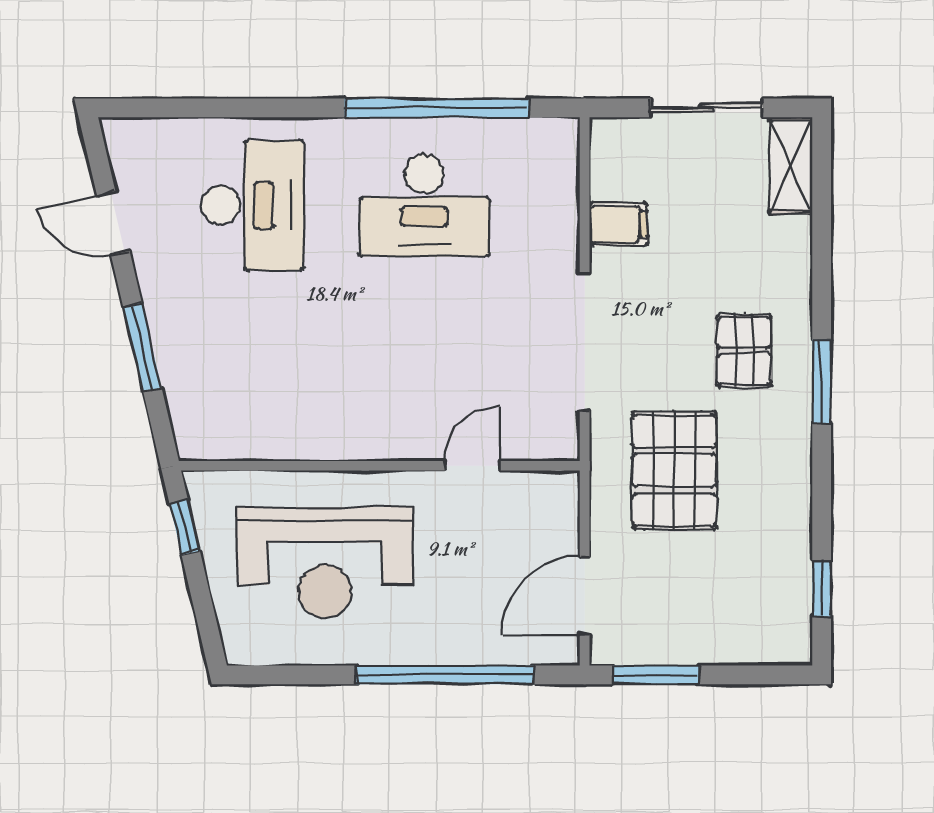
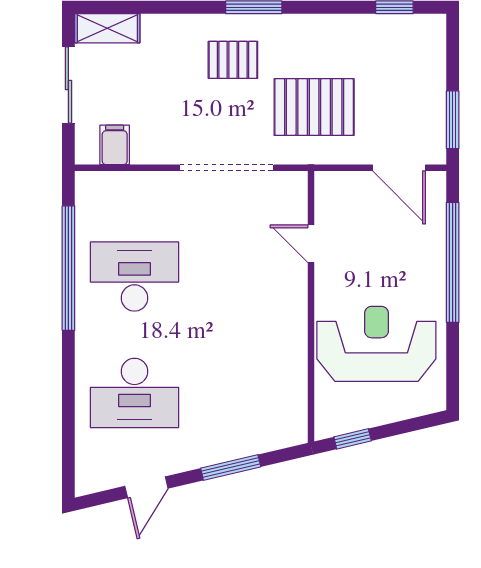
desk: (252, 205) -> (134, 393), turned 180
desk: (424, 205) -> (134, 277), turned -90
filing cabinet: (618, 224) -> (115, 145), moved
reception desk: (325, 562) -> (376, 344), turned -90

